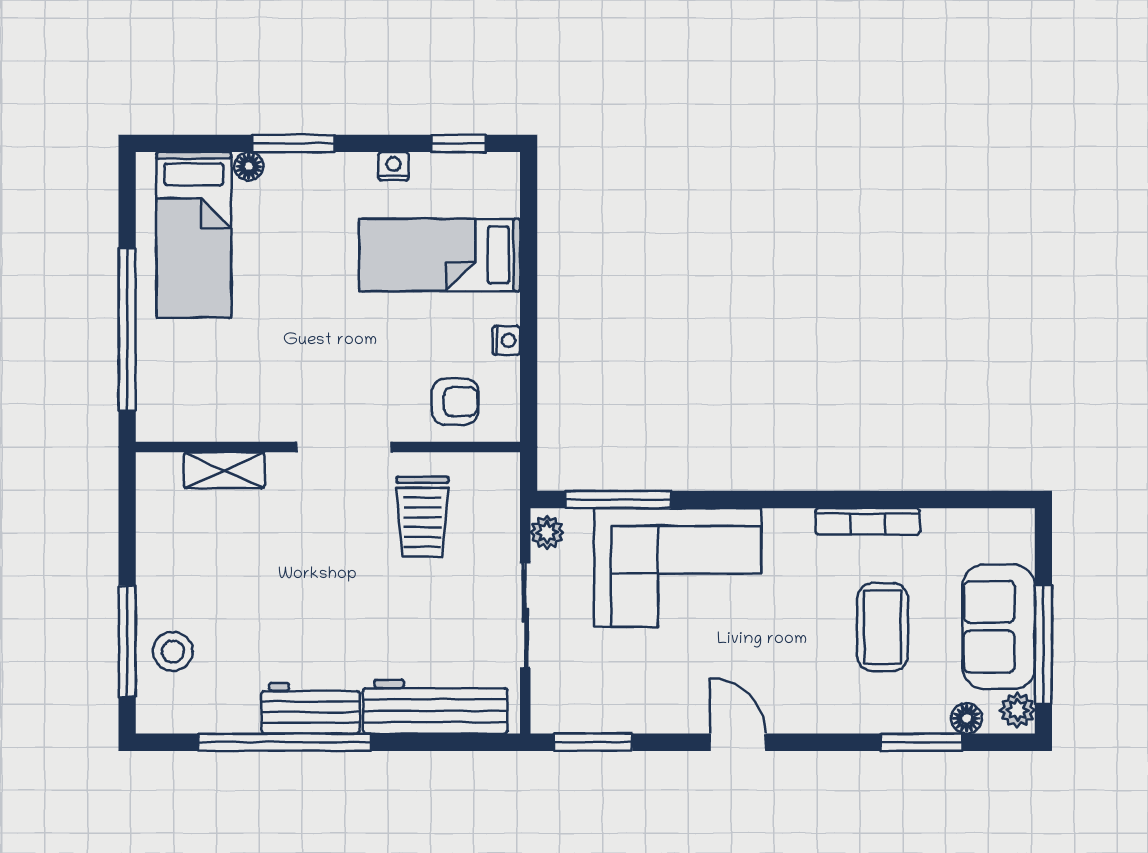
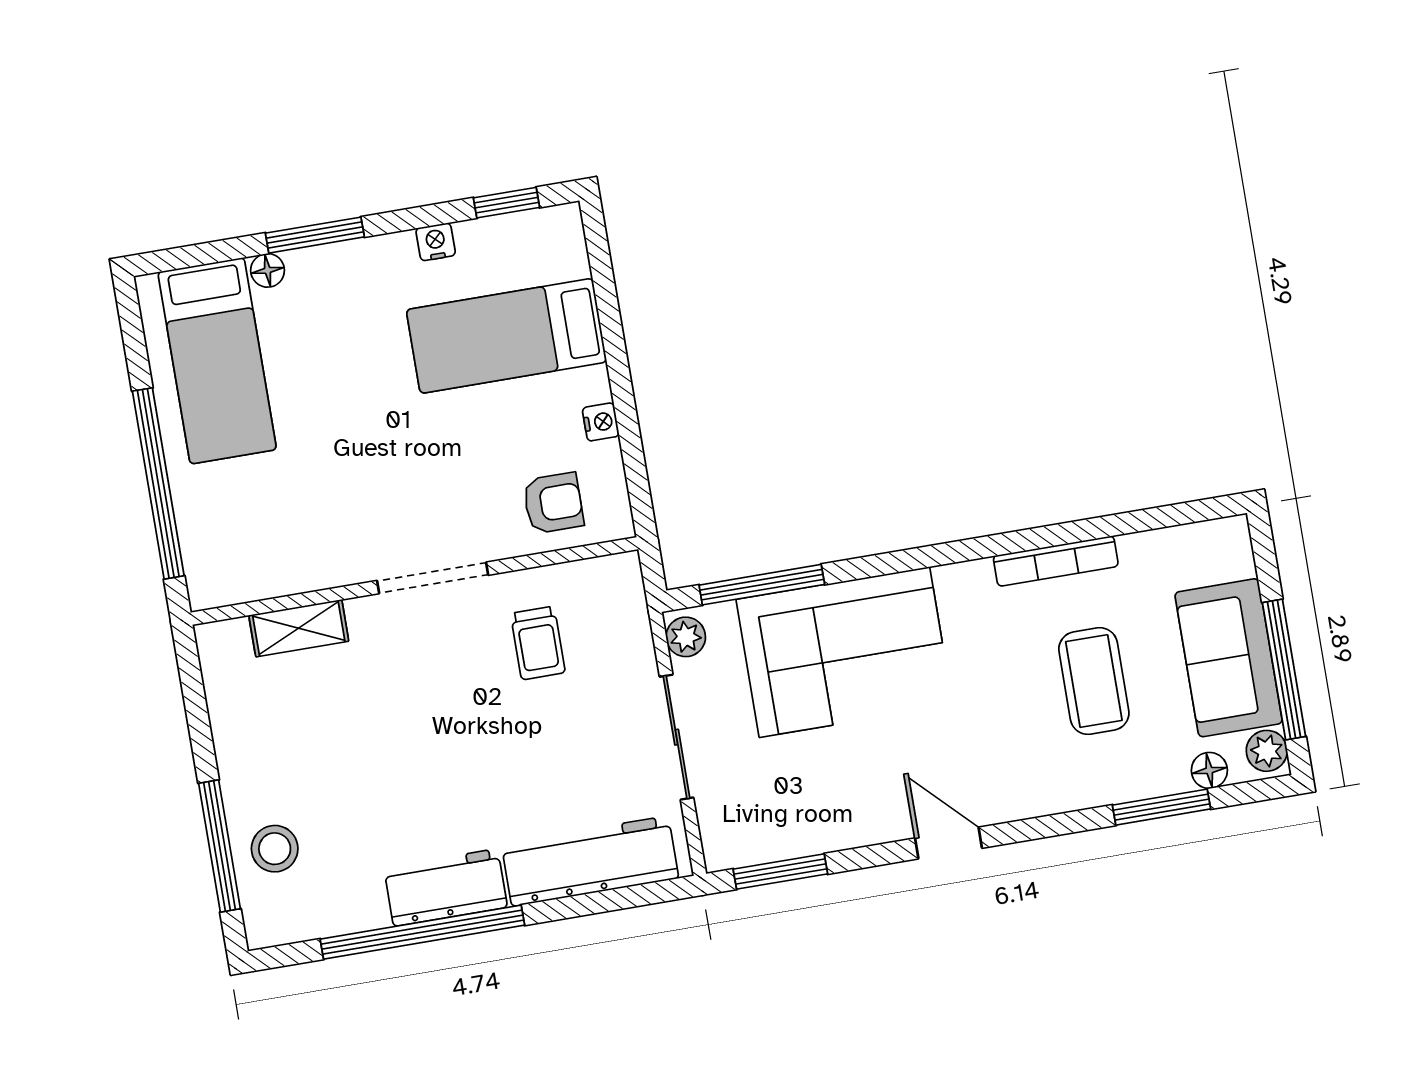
trolley: (422, 517) -> (538, 643), width x0.73, depth x0.72

